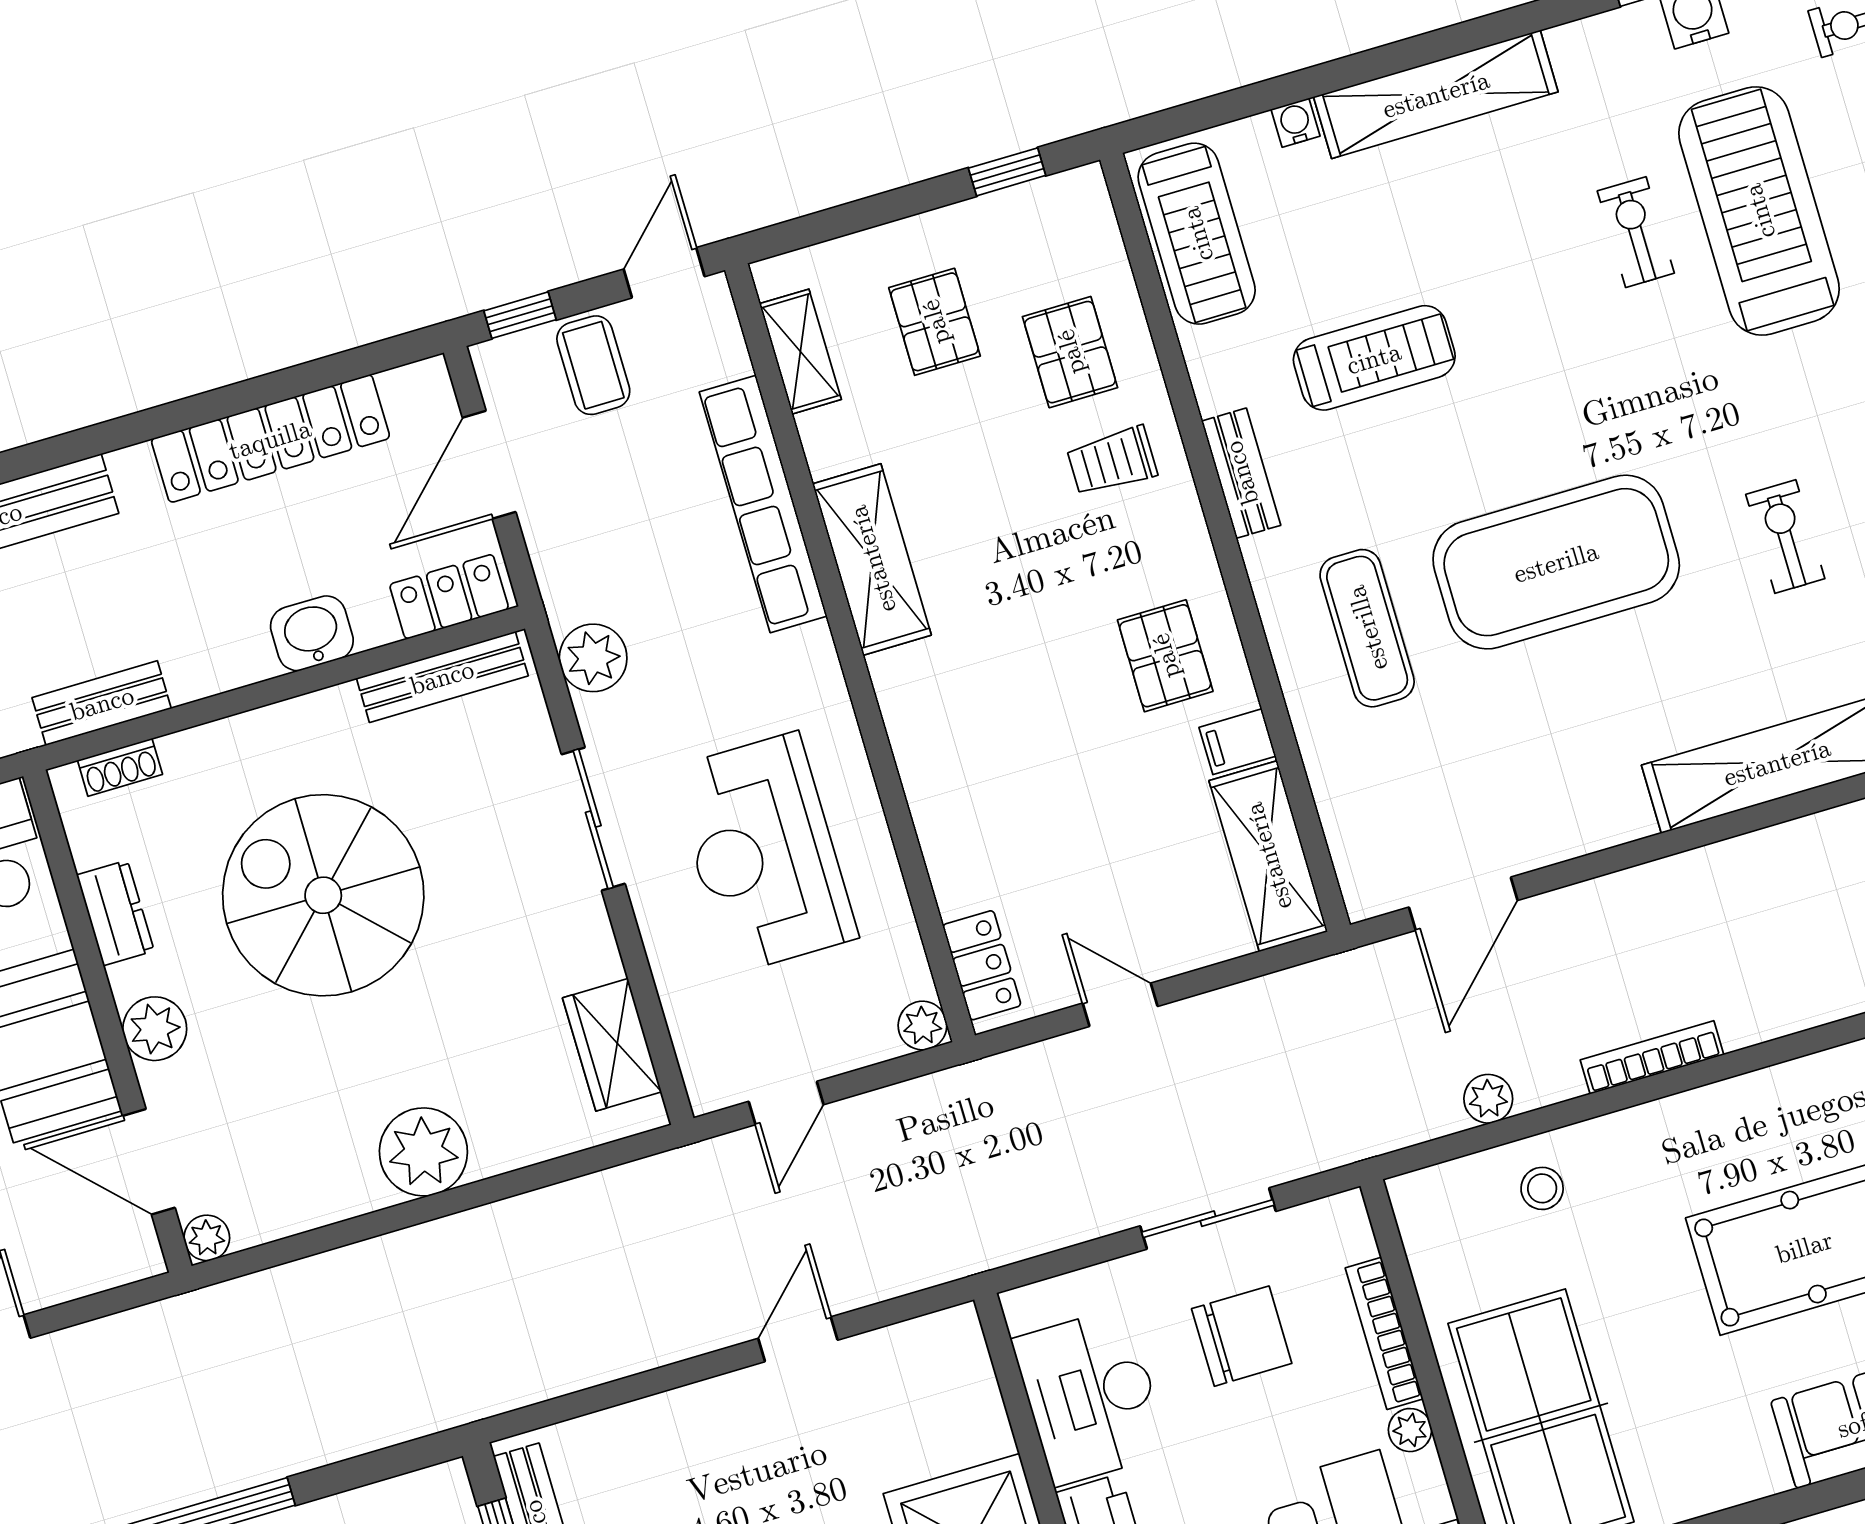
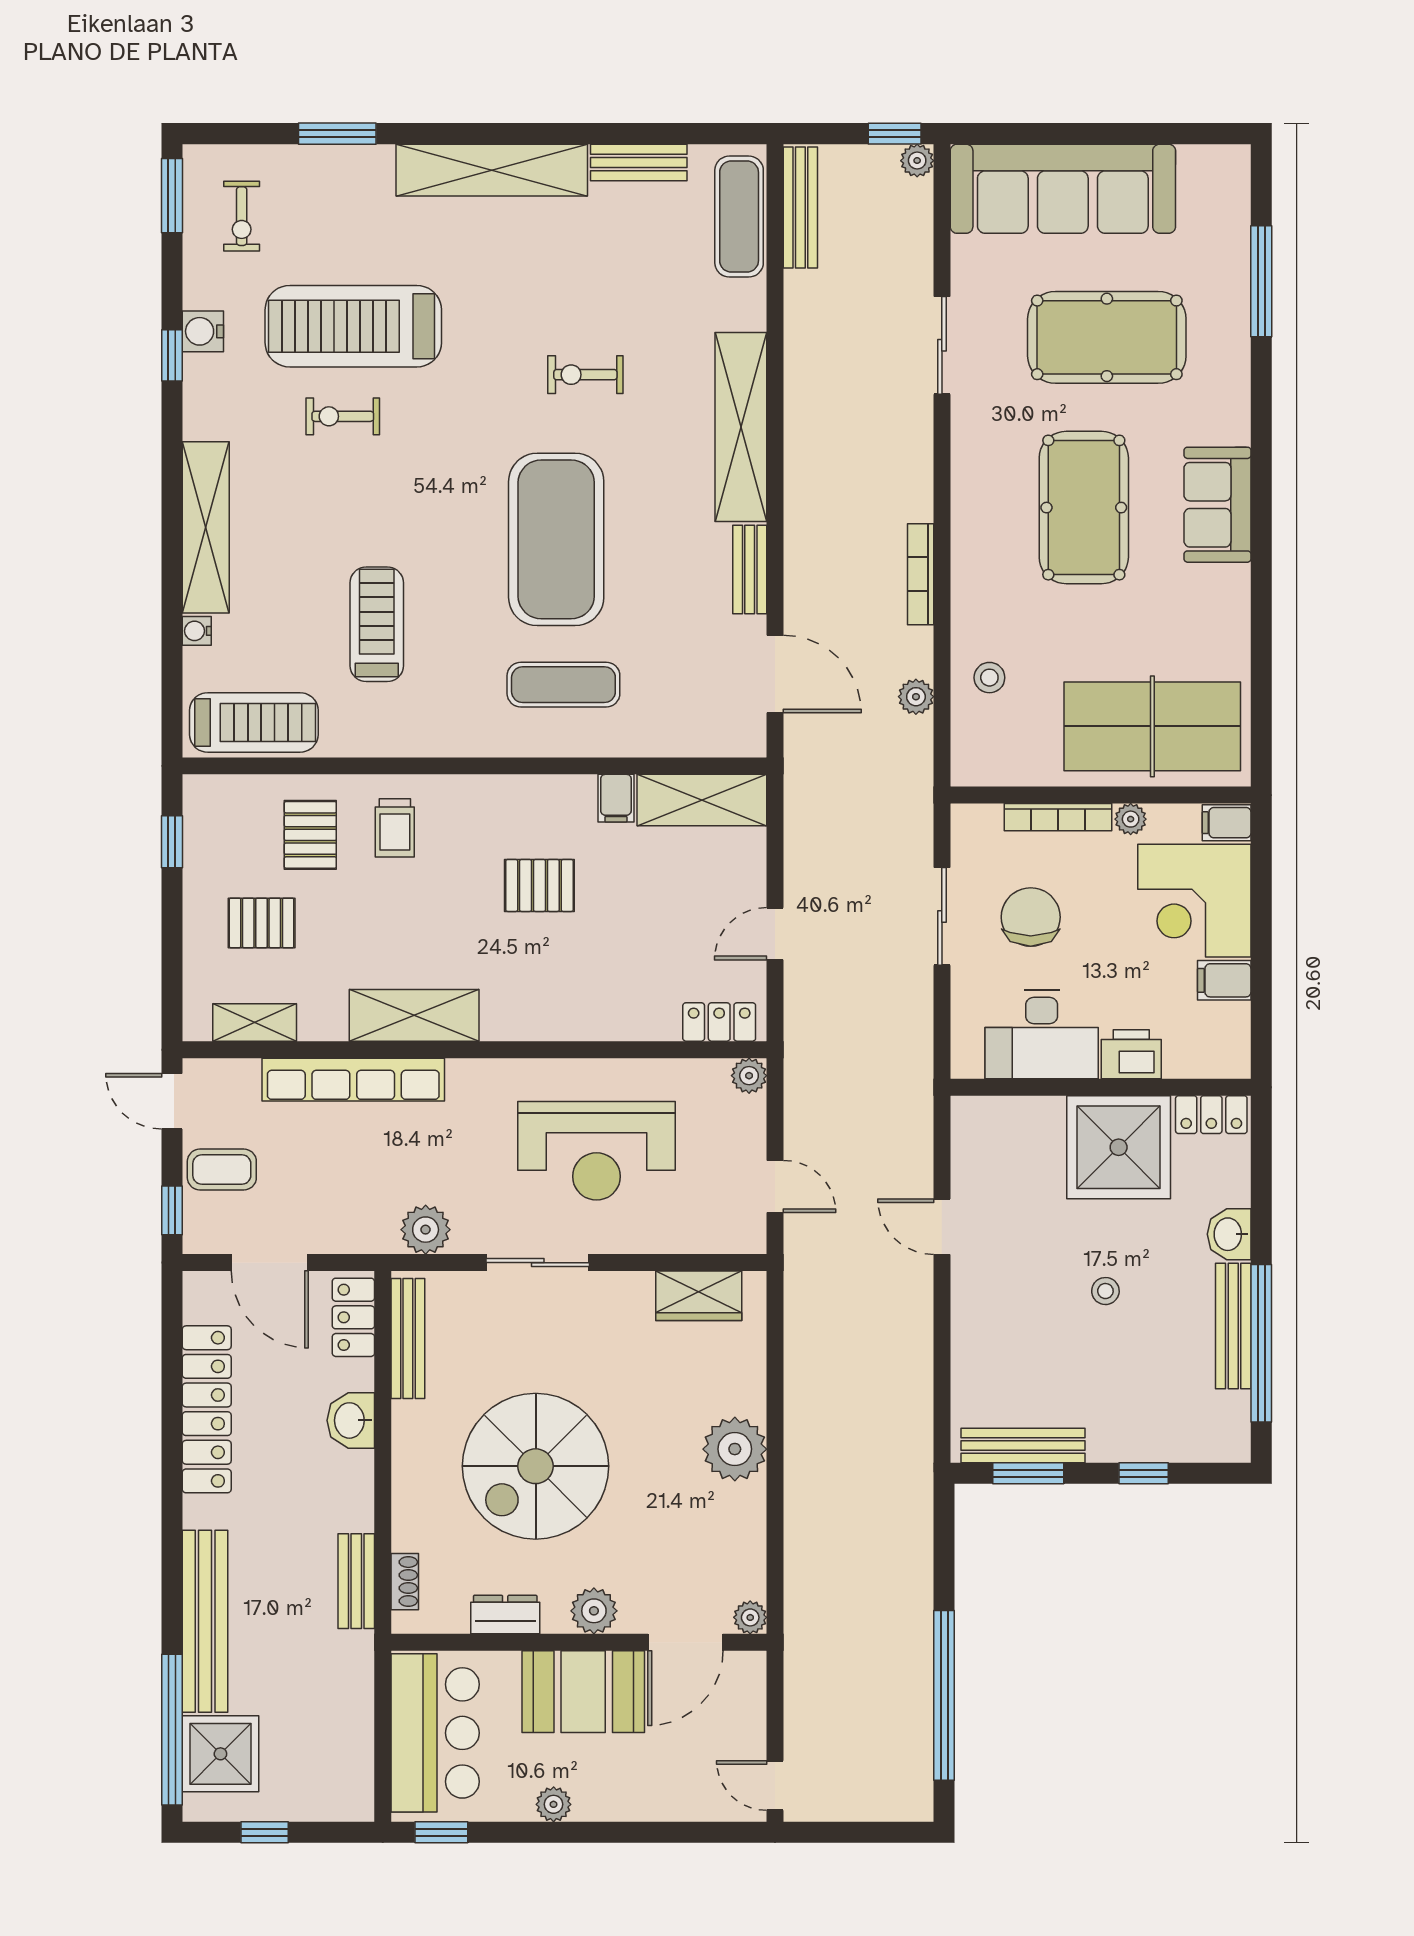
pallet: (1070, 352) -> (310, 835), turned 90
bench: (1241, 473) -> (750, 569), moved, turned 90
pallet: (1165, 656) -> (539, 885), moved

